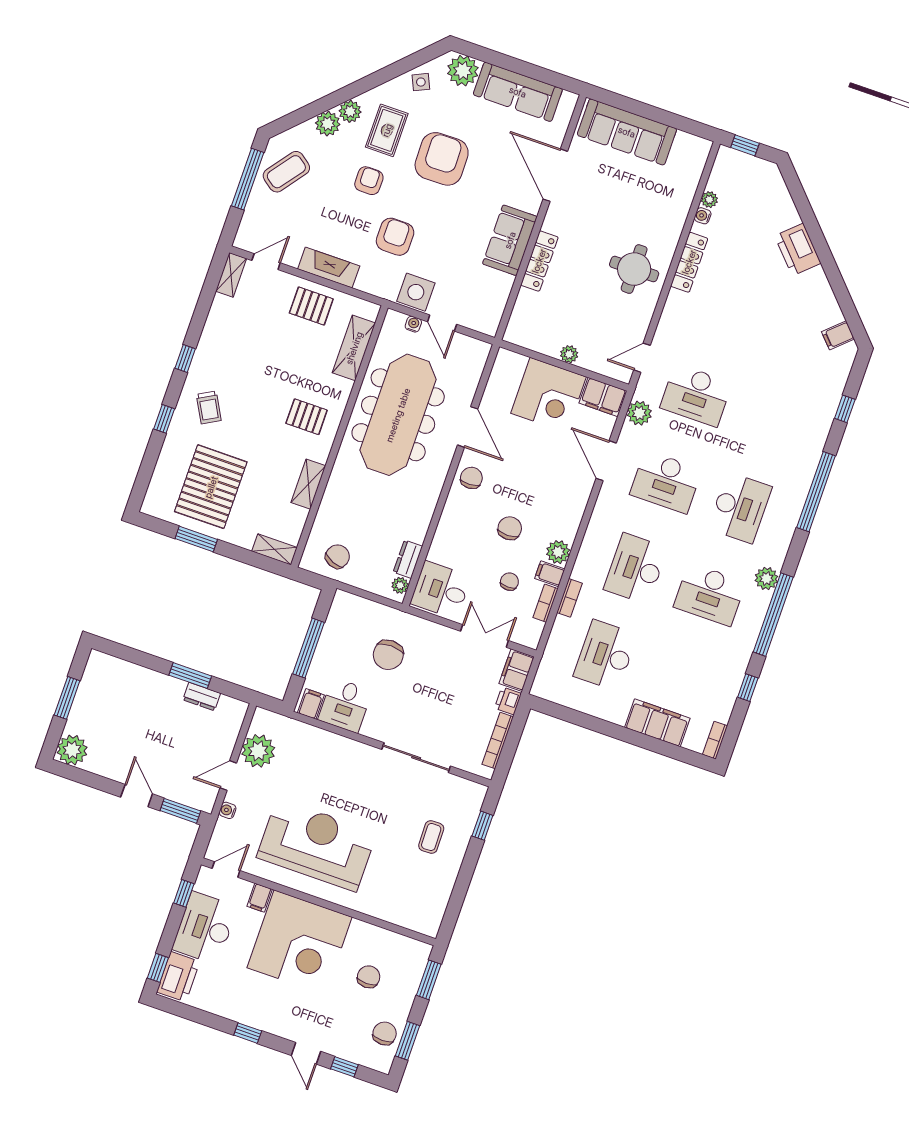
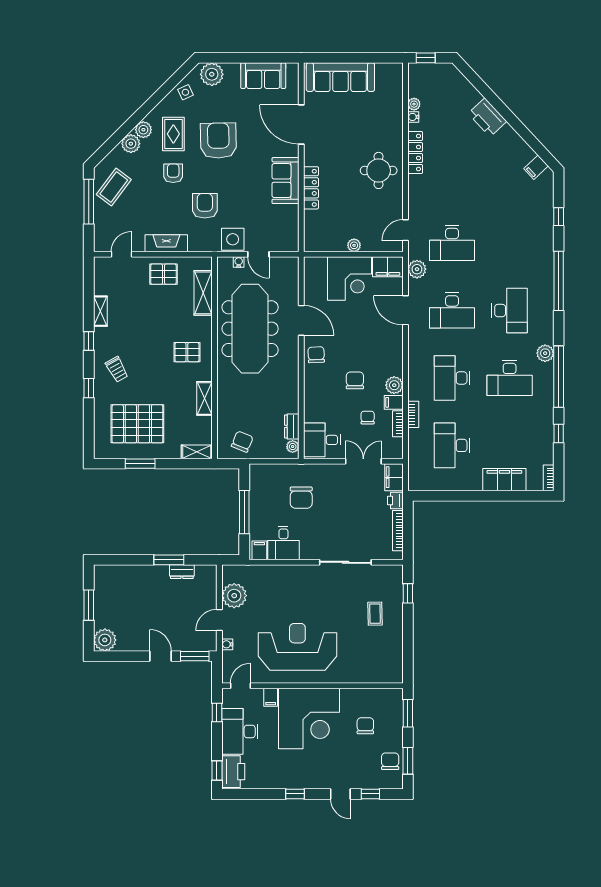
sofa: (518, 92) -> (263, 76), width x0.73
shelving: (231, 275) -> (100, 311), moved
pallet: (211, 487) -> (137, 424), turned 90

